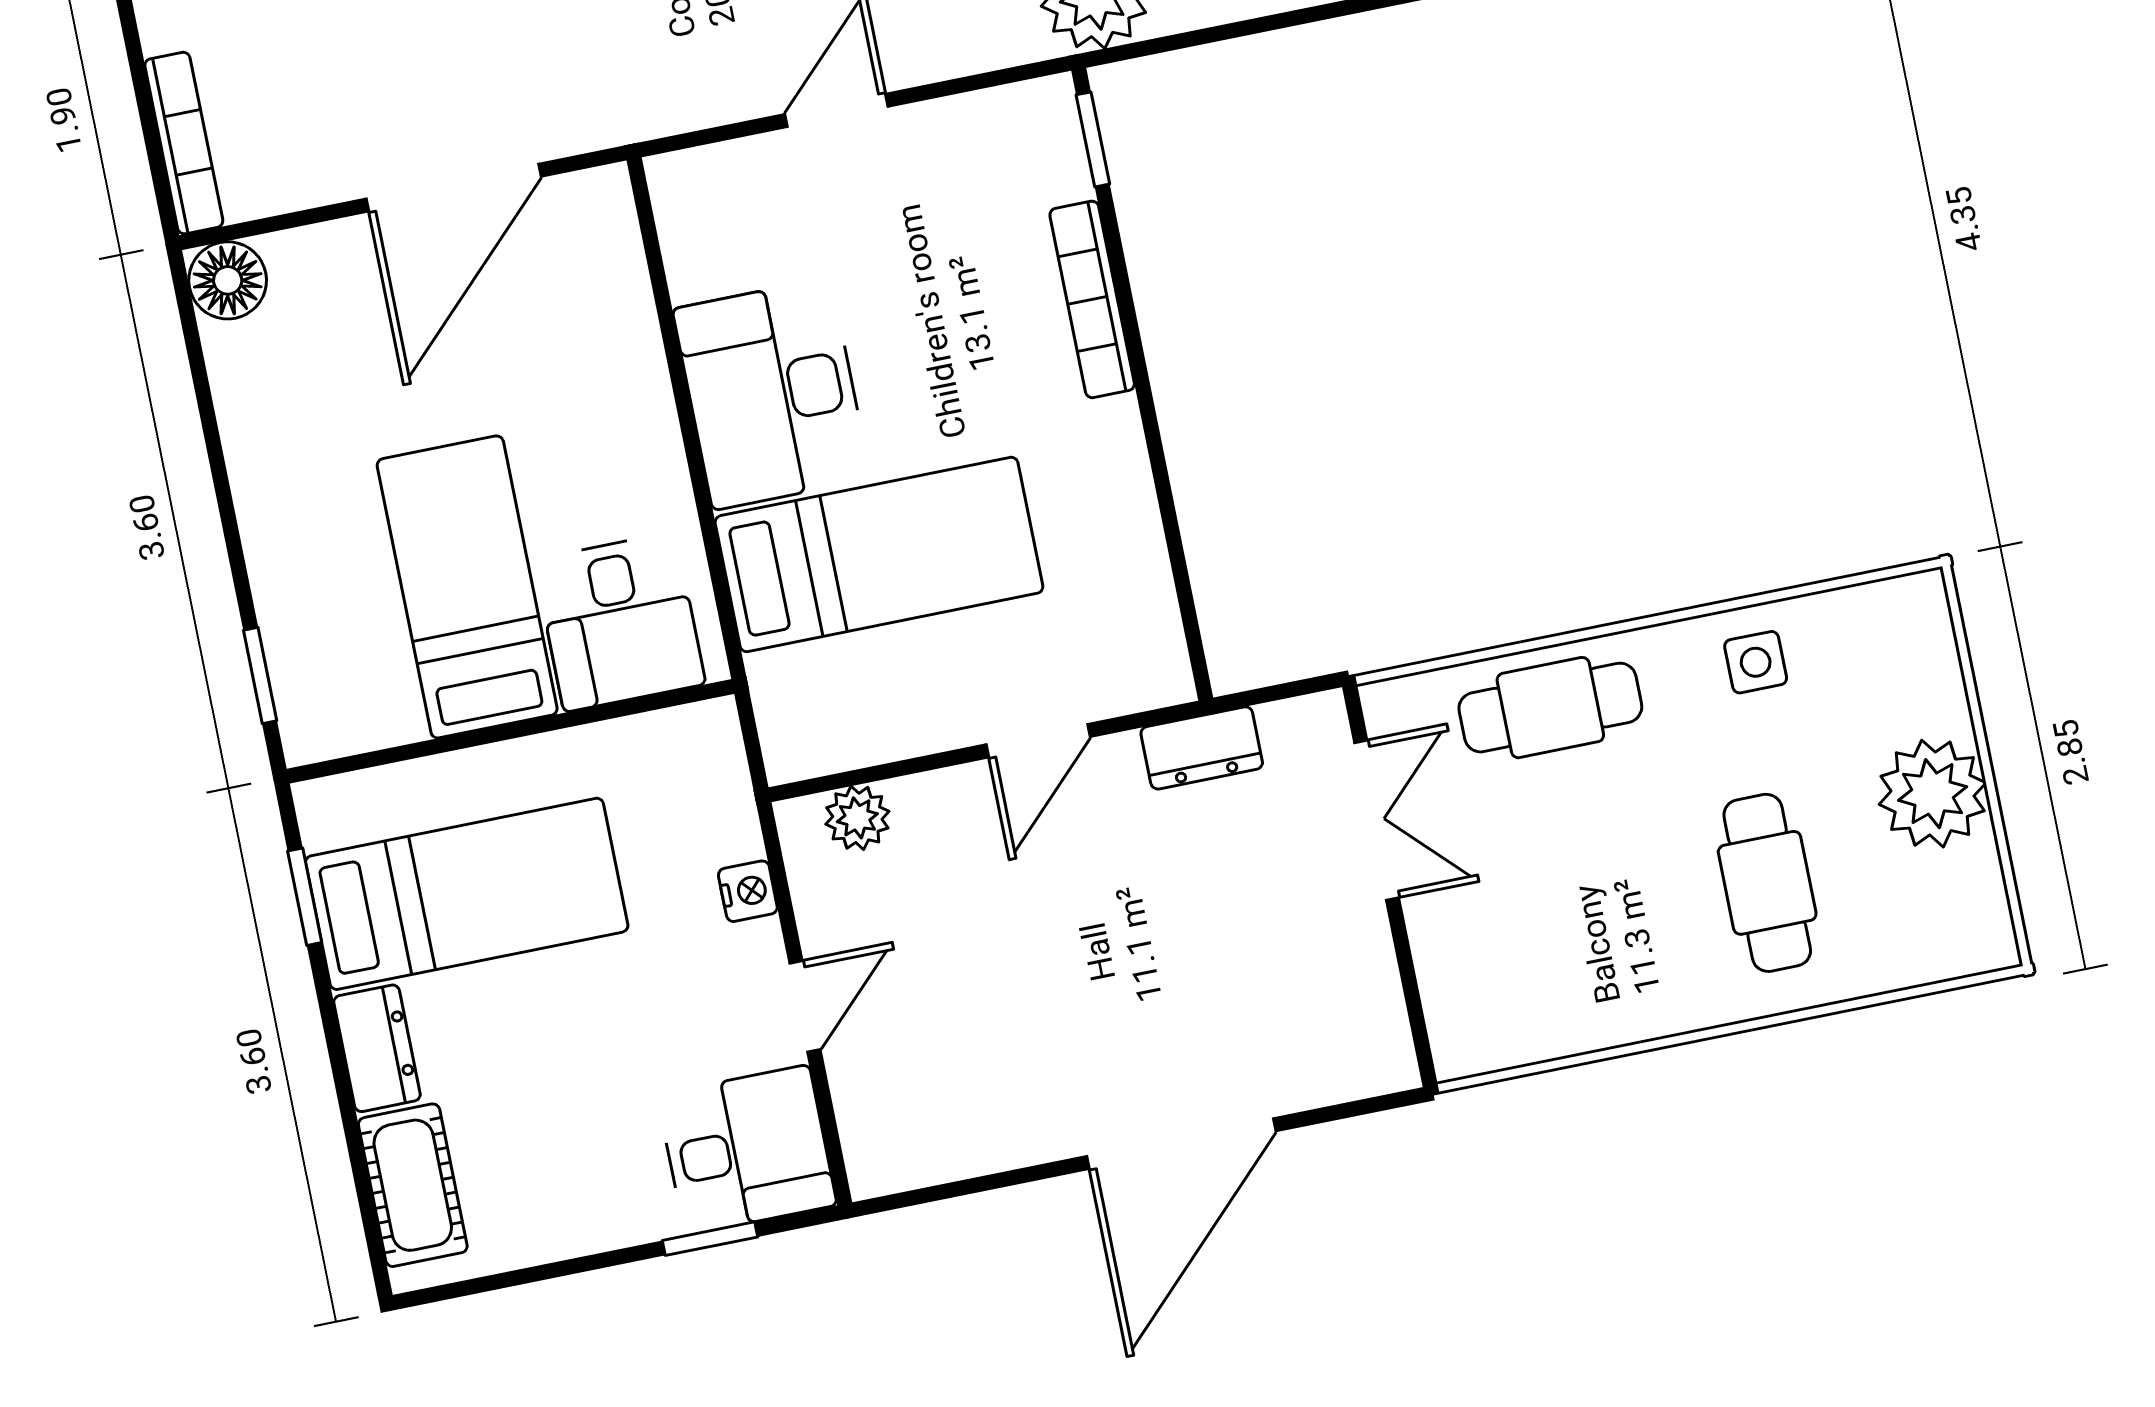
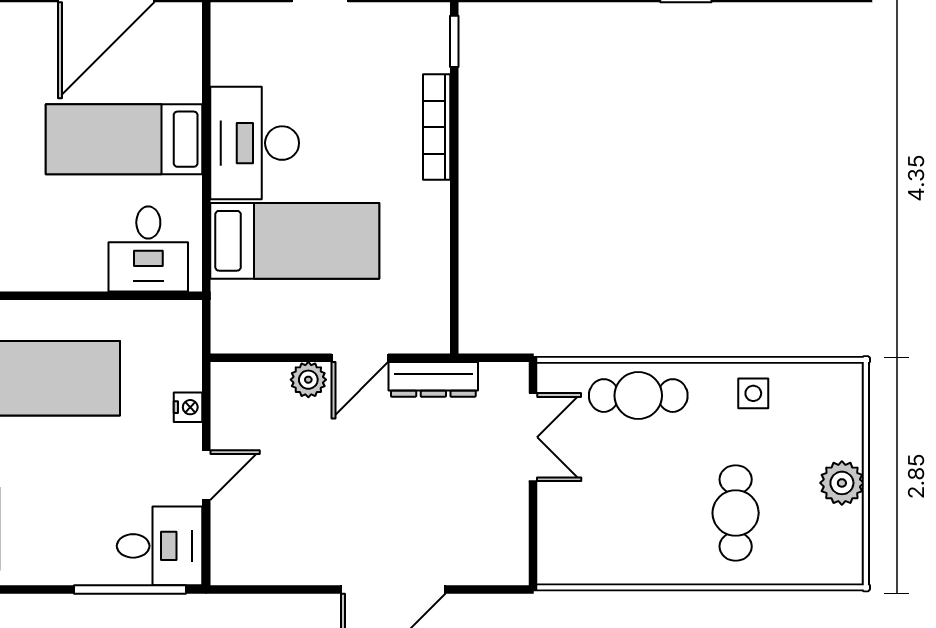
bed: (467, 587) -> (124, 139), moved, turned -90
dresser: (1202, 748) -> (433, 379), width x1.44
plant: (1933, 794) -> (842, 483), width x0.73, depth x0.73
plant: (857, 818) -> (308, 380), moved
window: (710, 1239) -> (130, 589), width x2.17

